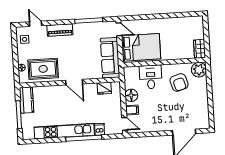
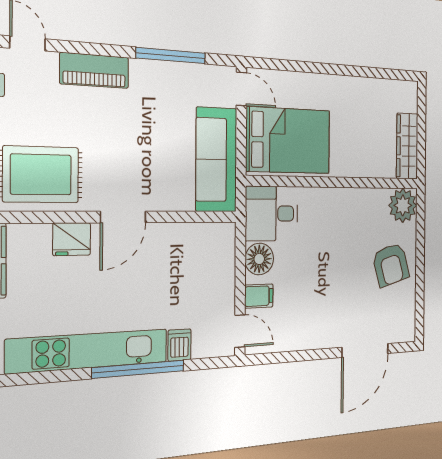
wardrobe: (200, 49) -> (407, 146), width x1.50
desk: (151, 77) -> (272, 214), moved, turned -90
door: (74, 82) -> (123, 217), hinge flipped
armchair: (179, 83) -> (391, 265), moved
fridge: (104, 88) -> (72, 239), moved

